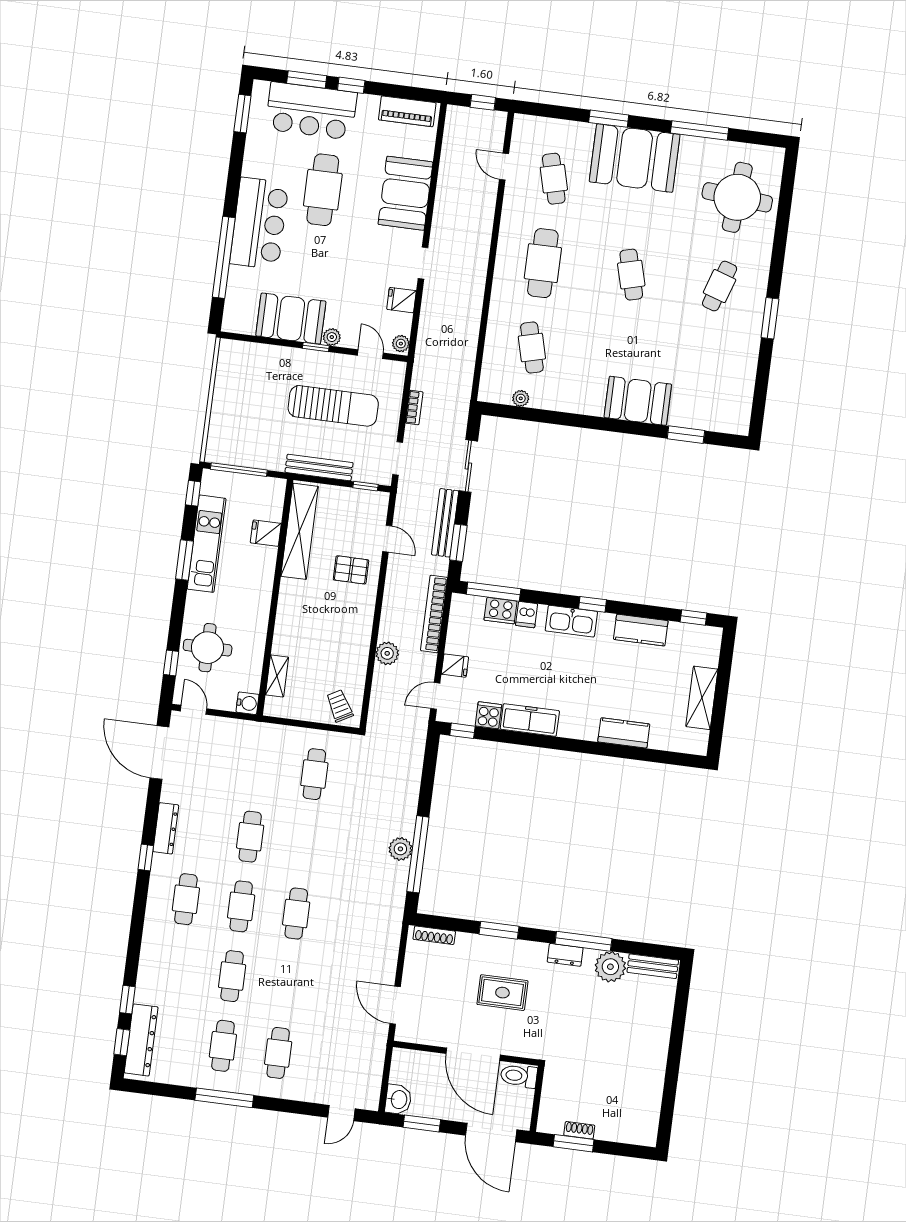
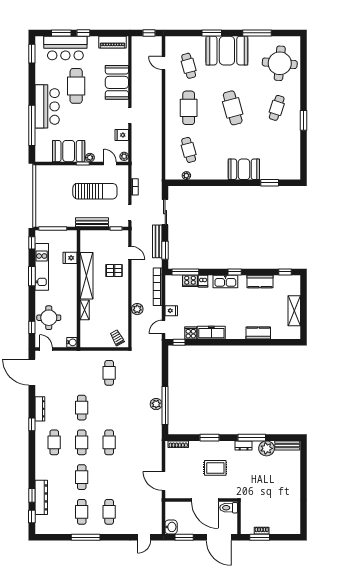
cafe table: (631, 275) -> (233, 108), width x1.37, depth x1.35
shelving: (300, 531) -> (86, 276), moved
shelving: (277, 676) -> (85, 310), moved
dresser: (141, 1040) -> (41, 497), moved

